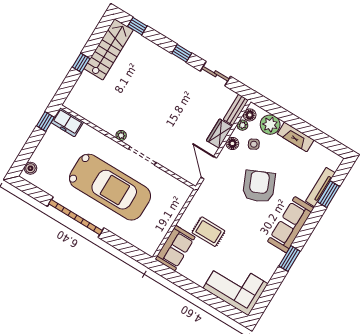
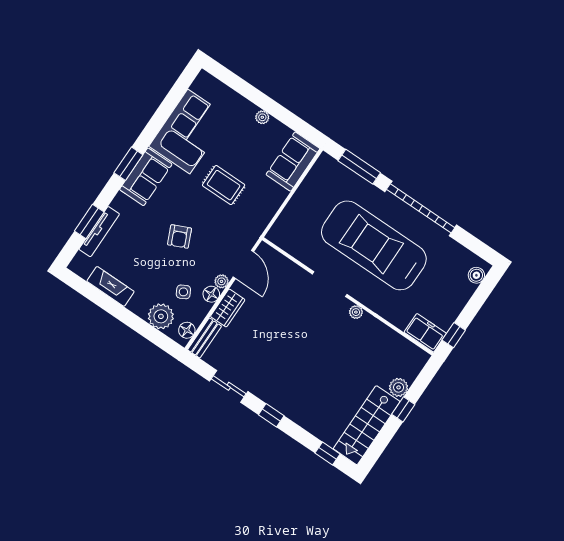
plant: (86, 79) -> (399, 387), added
plant: (242, 125) -> (222, 281), moved
fireplace: (296, 137) -> (110, 286), moved
armchair: (259, 186) -> (180, 236), width x0.53, depth x0.53
sofa: (291, 225) -> (146, 177), width x0.73
rug: (208, 232) -> (224, 185), moved
window: (124, 247) -> (359, 167), added
window: (290, 259) -> (128, 164), moved
plant: (200, 281) -> (262, 117), added
corner sofa: (235, 286) -> (189, 131), moved, turned -90

